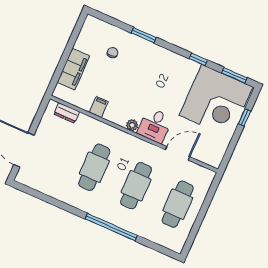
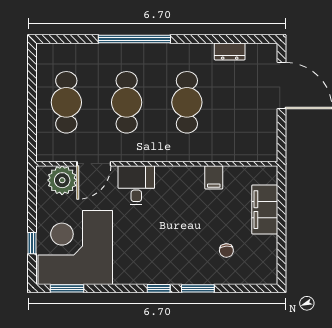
window: (198, 59) -> (159, 288), moved
dresser: (67, 113) -> (230, 51), moved, turned 180
plant: (132, 125) -> (62, 180), moved, width x1.88, depth x1.88

